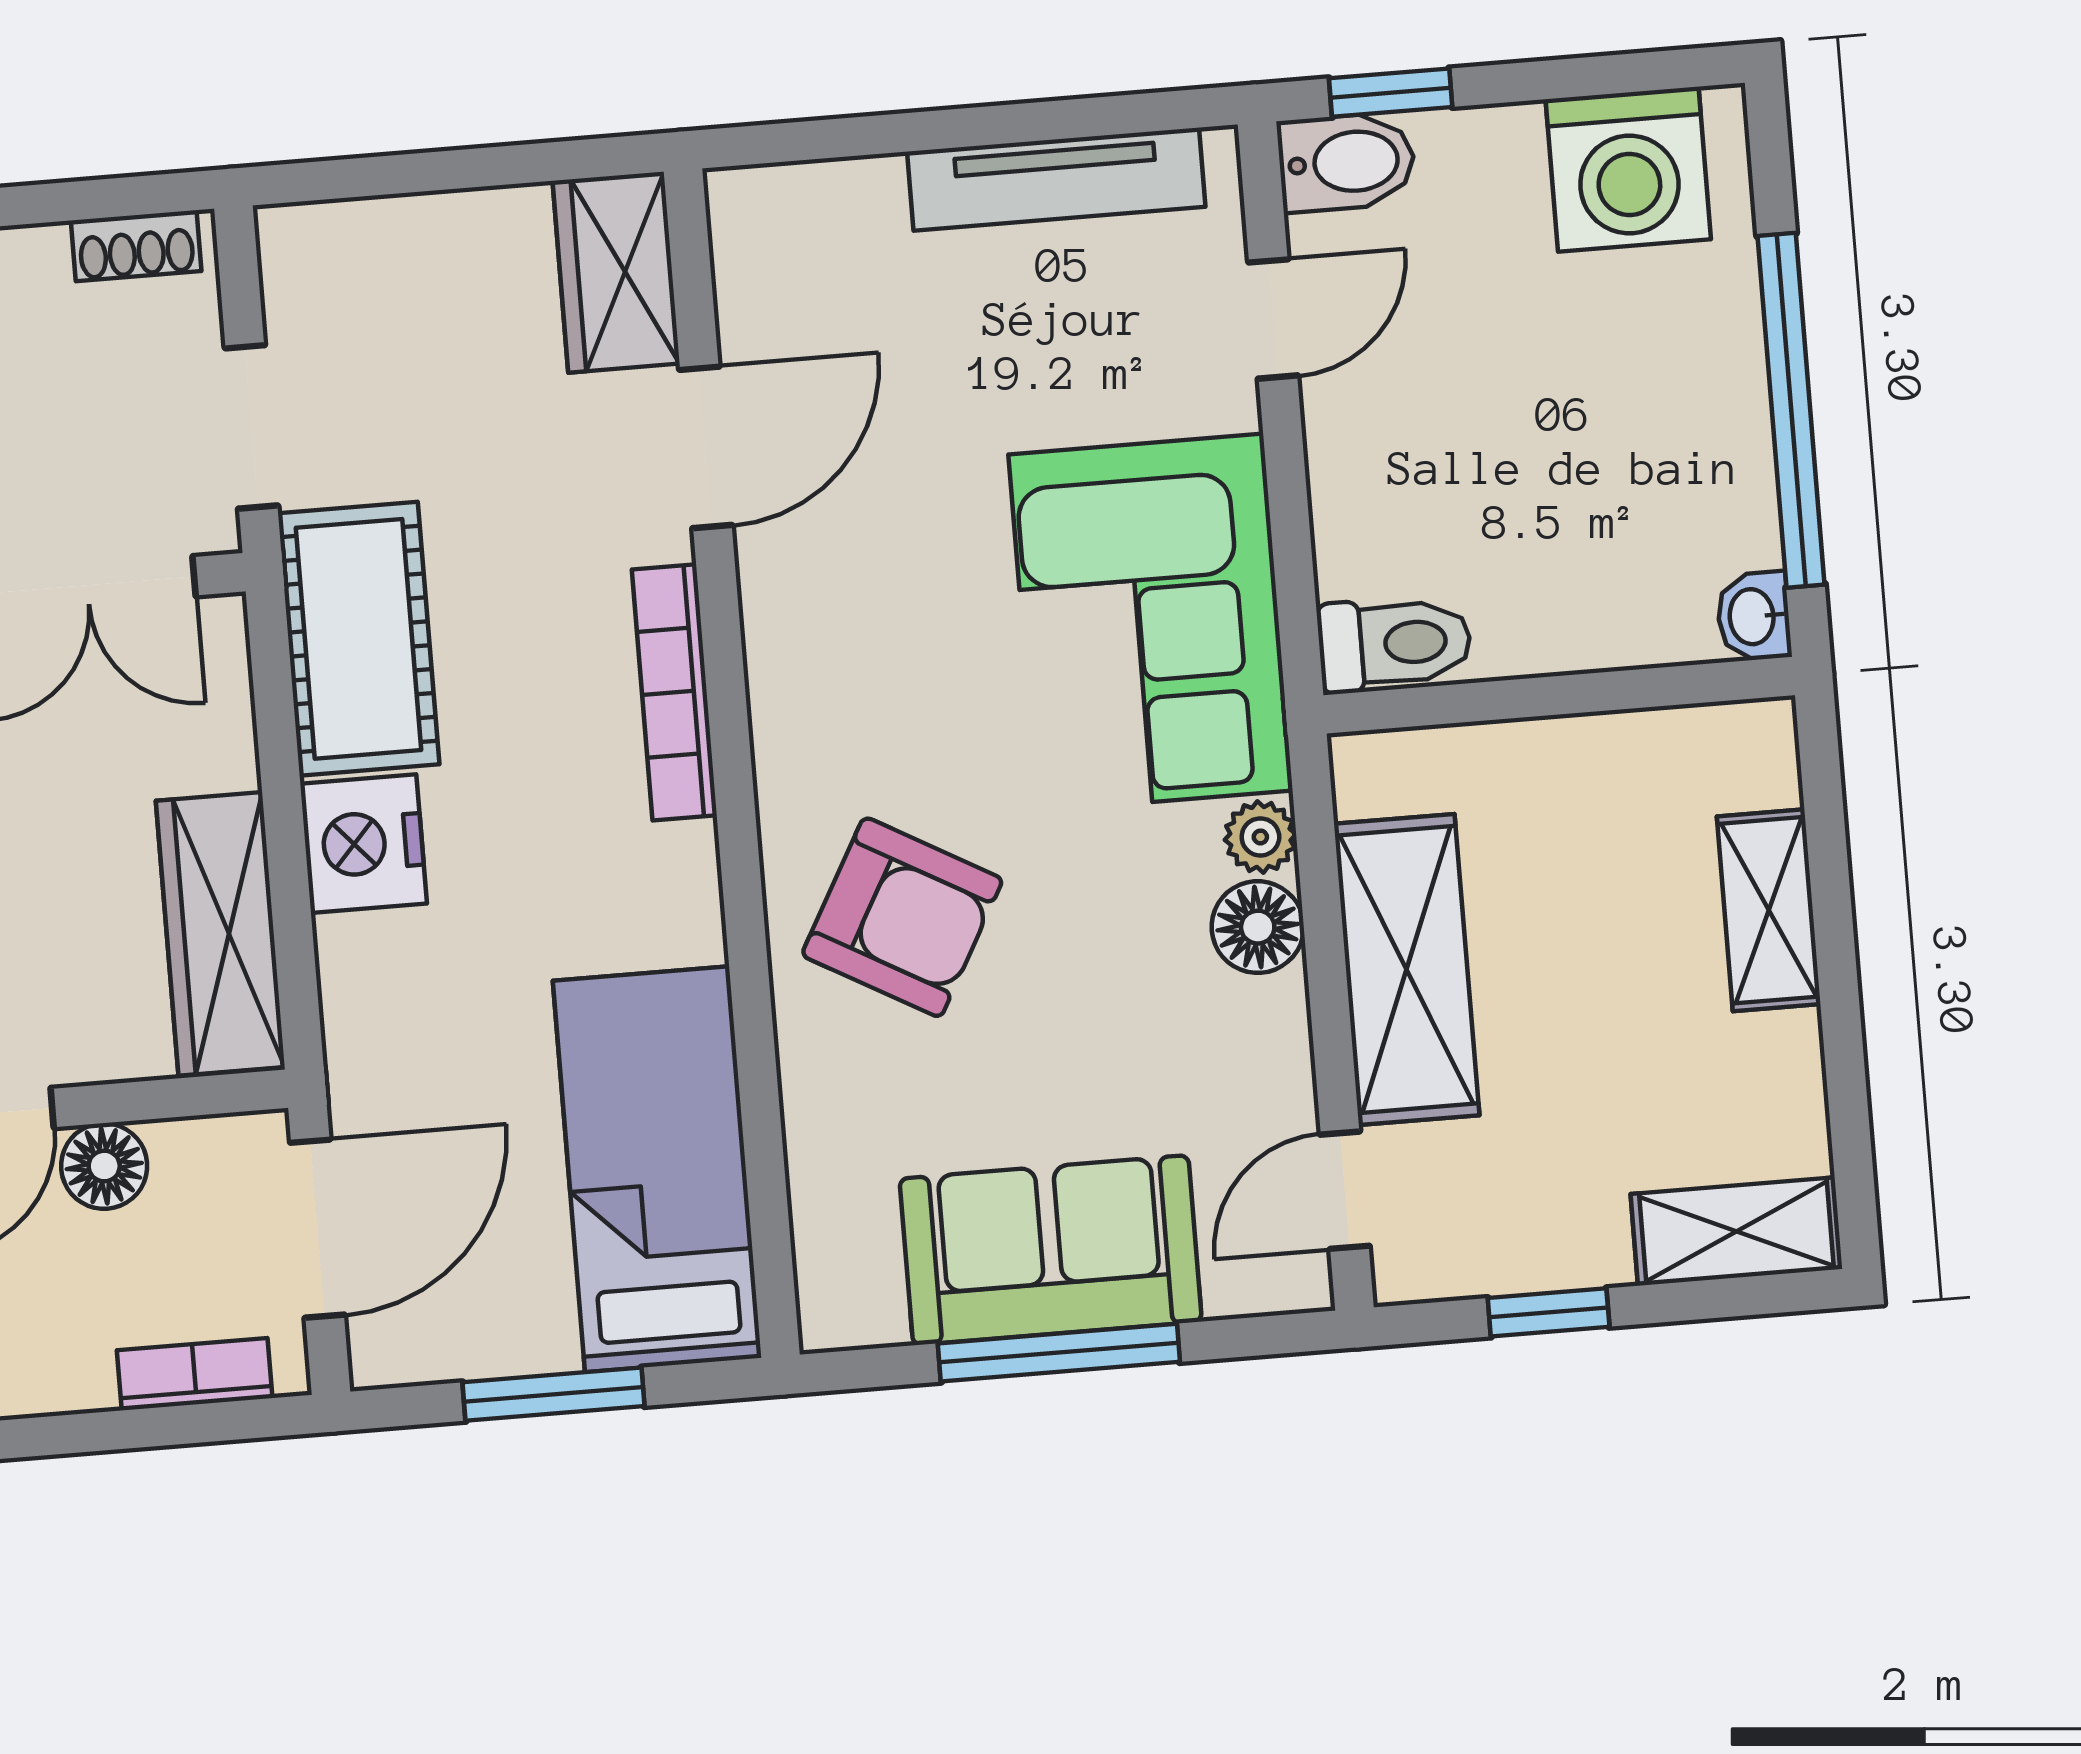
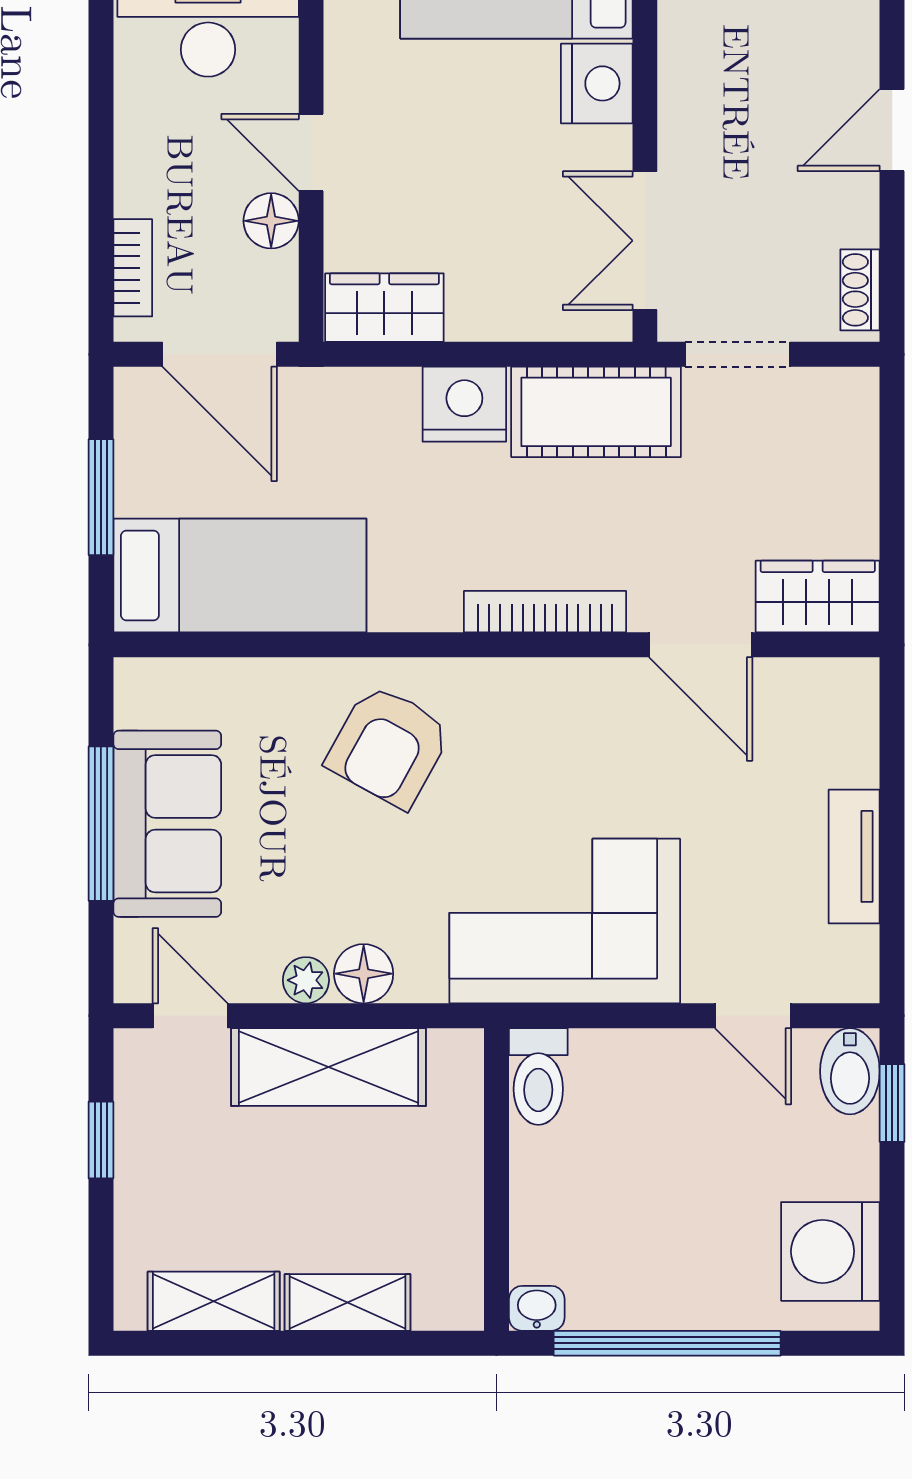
tv unit: (1056, 179) -> (854, 856), width x0.71
plant: (1260, 837) -> (306, 980), moved
wardrobe: (220, 934) -> (384, 308), width x0.67
shelving: (1737, 1231) -> (214, 1301), moved, turned 90

